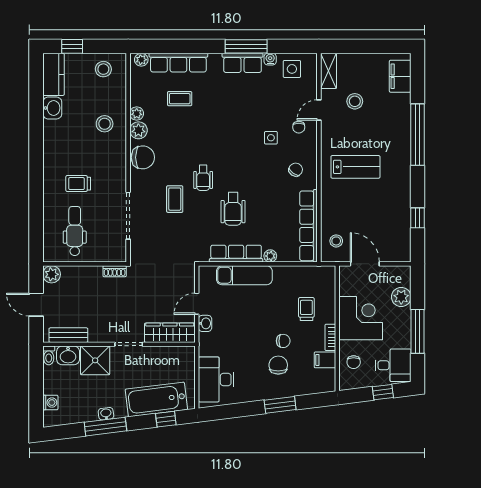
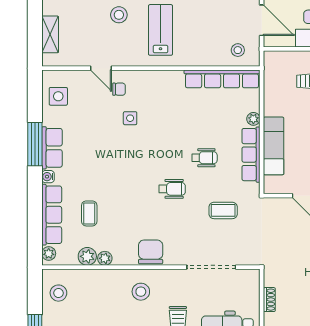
water cooler: (270, 59) -> (48, 177), moved
shelving: (328, 71) -> (50, 34), moved, turned 90
stool: (355, 101) -> (119, 15), moved
stool: (105, 124) -> (141, 292), moved
plant: (138, 130) -> (87, 256), moved
chair: (296, 170) -> (163, 92), removed
coffee table: (175, 199) -> (223, 210), moved
wheelchair: (233, 209) -> (204, 158), width x0.73, depth x0.73
door: (365, 264) -> (262, 20), swing flipped
shoe rack: (115, 271) -> (269, 300), moved

